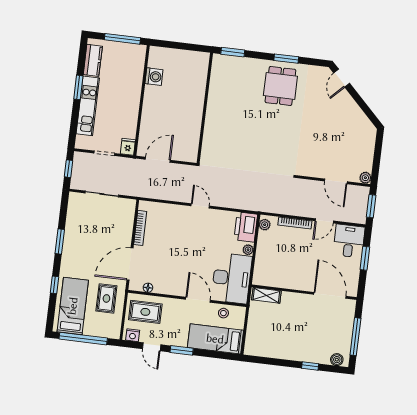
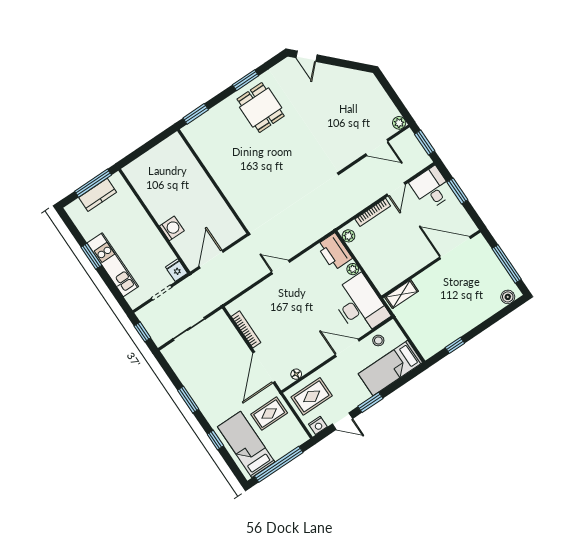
kitchen counter: (93, 60) -> (98, 195), moved, turned 90
washing machine: (154, 77) -> (172, 228), moved
rug: (106, 298) -> (269, 414), turned 90
window: (310, 366) -> (455, 345), moved

